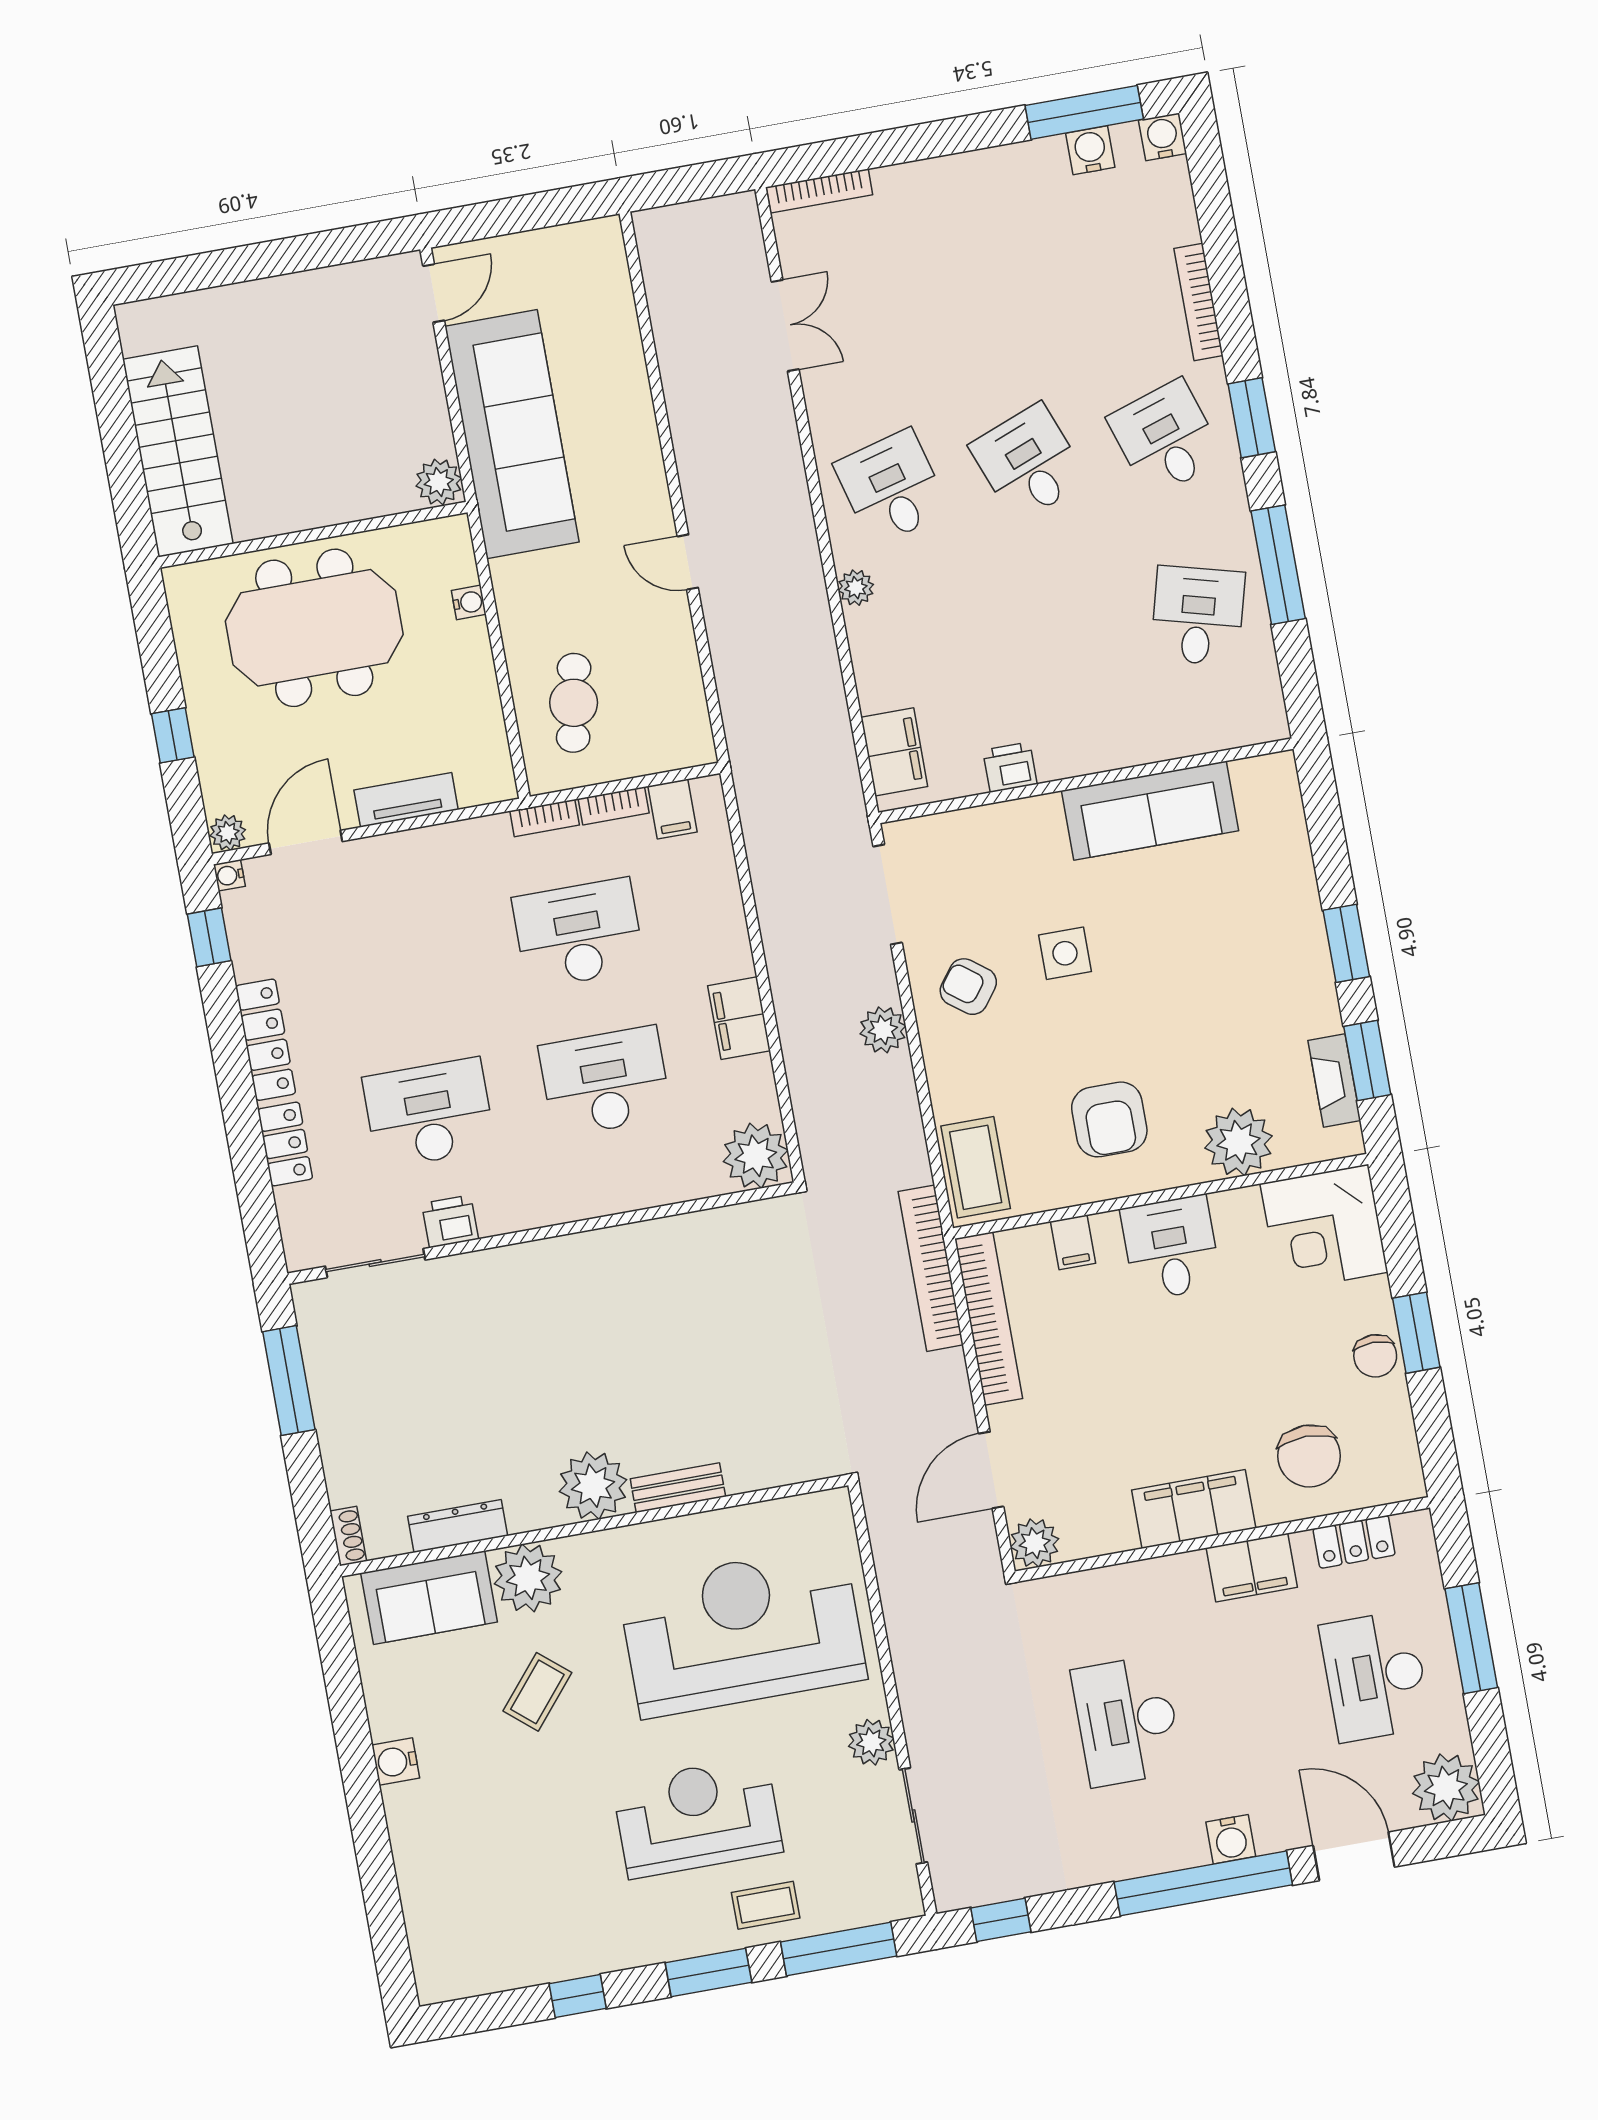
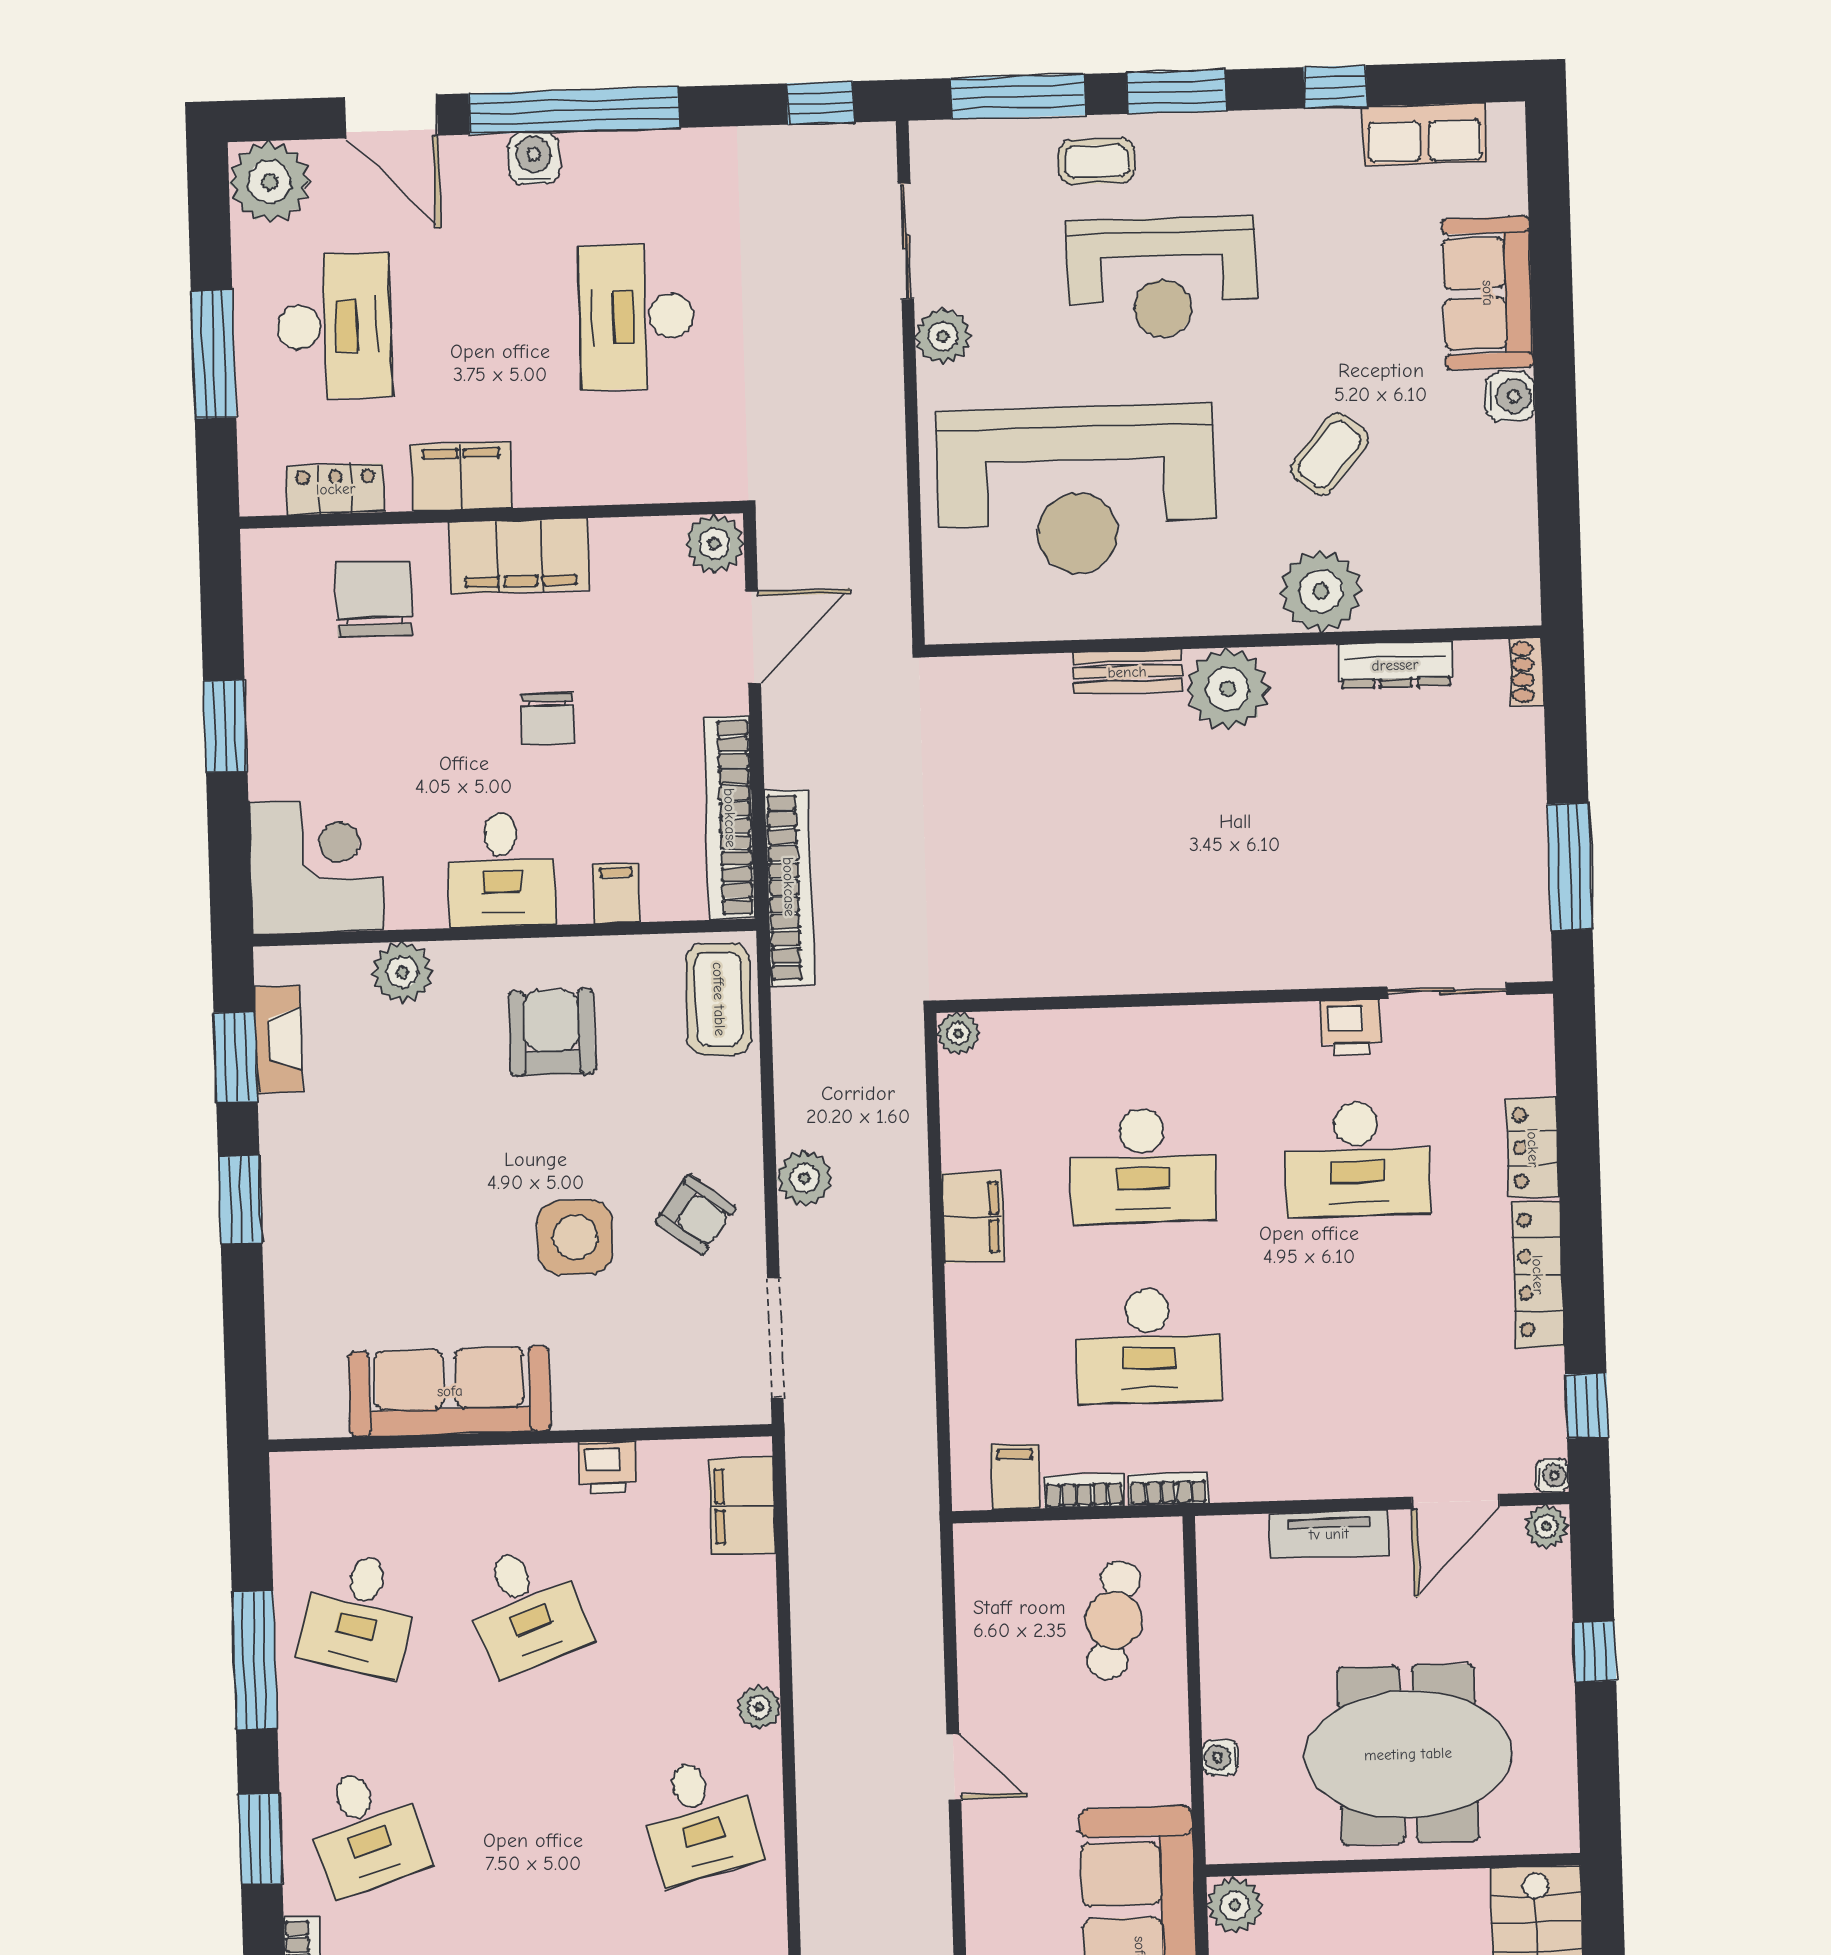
desk: (1029, 463) -> (526, 1609), moved
side table: (1065, 953) -> (575, 1237), width x1.37, depth x1.37
plant: (1238, 1142) -> (402, 972), width x0.73, depth x0.73
plant: (756, 1156) -> (958, 1033), width x0.53, depth x0.53
chair: (1375, 1356) -> (548, 719), moved, turned 180
sofa: (429, 1598) -> (1488, 293), moved, turned -90
desk: (1127, 1721) -> (636, 317), turned 180
row of seats: (498, 1968) -> (1425, 134), added

